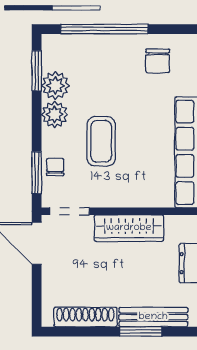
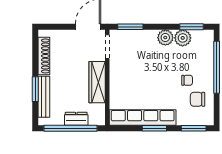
coffee table: (101, 141) -> (149, 65), removed
chair: (55, 167) -> (187, 80), moved

